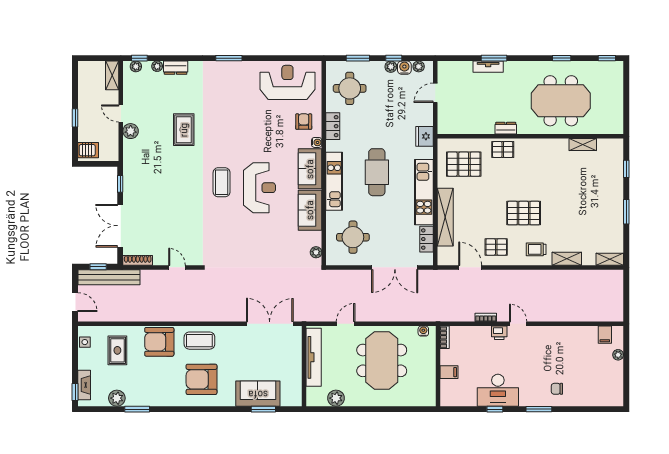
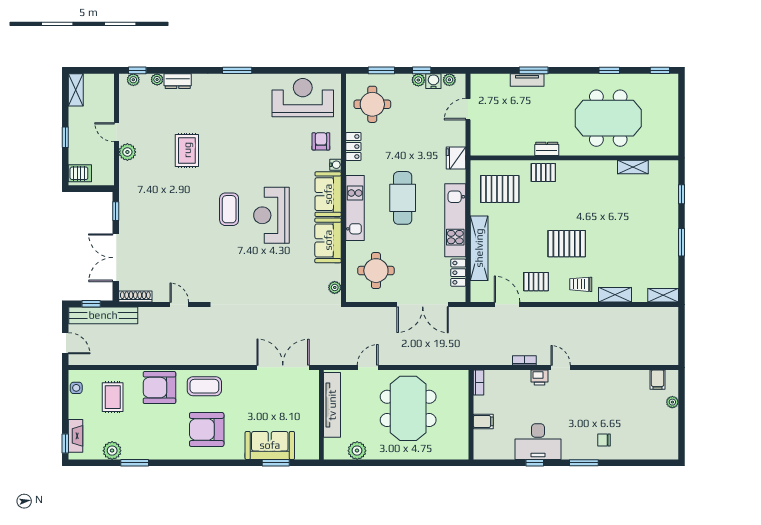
shelving: (112, 75) -> (76, 90), moved
reception desk: (259, 188) -> (271, 215), turned 180
water cooler: (423, 331) -> (455, 376), removed

